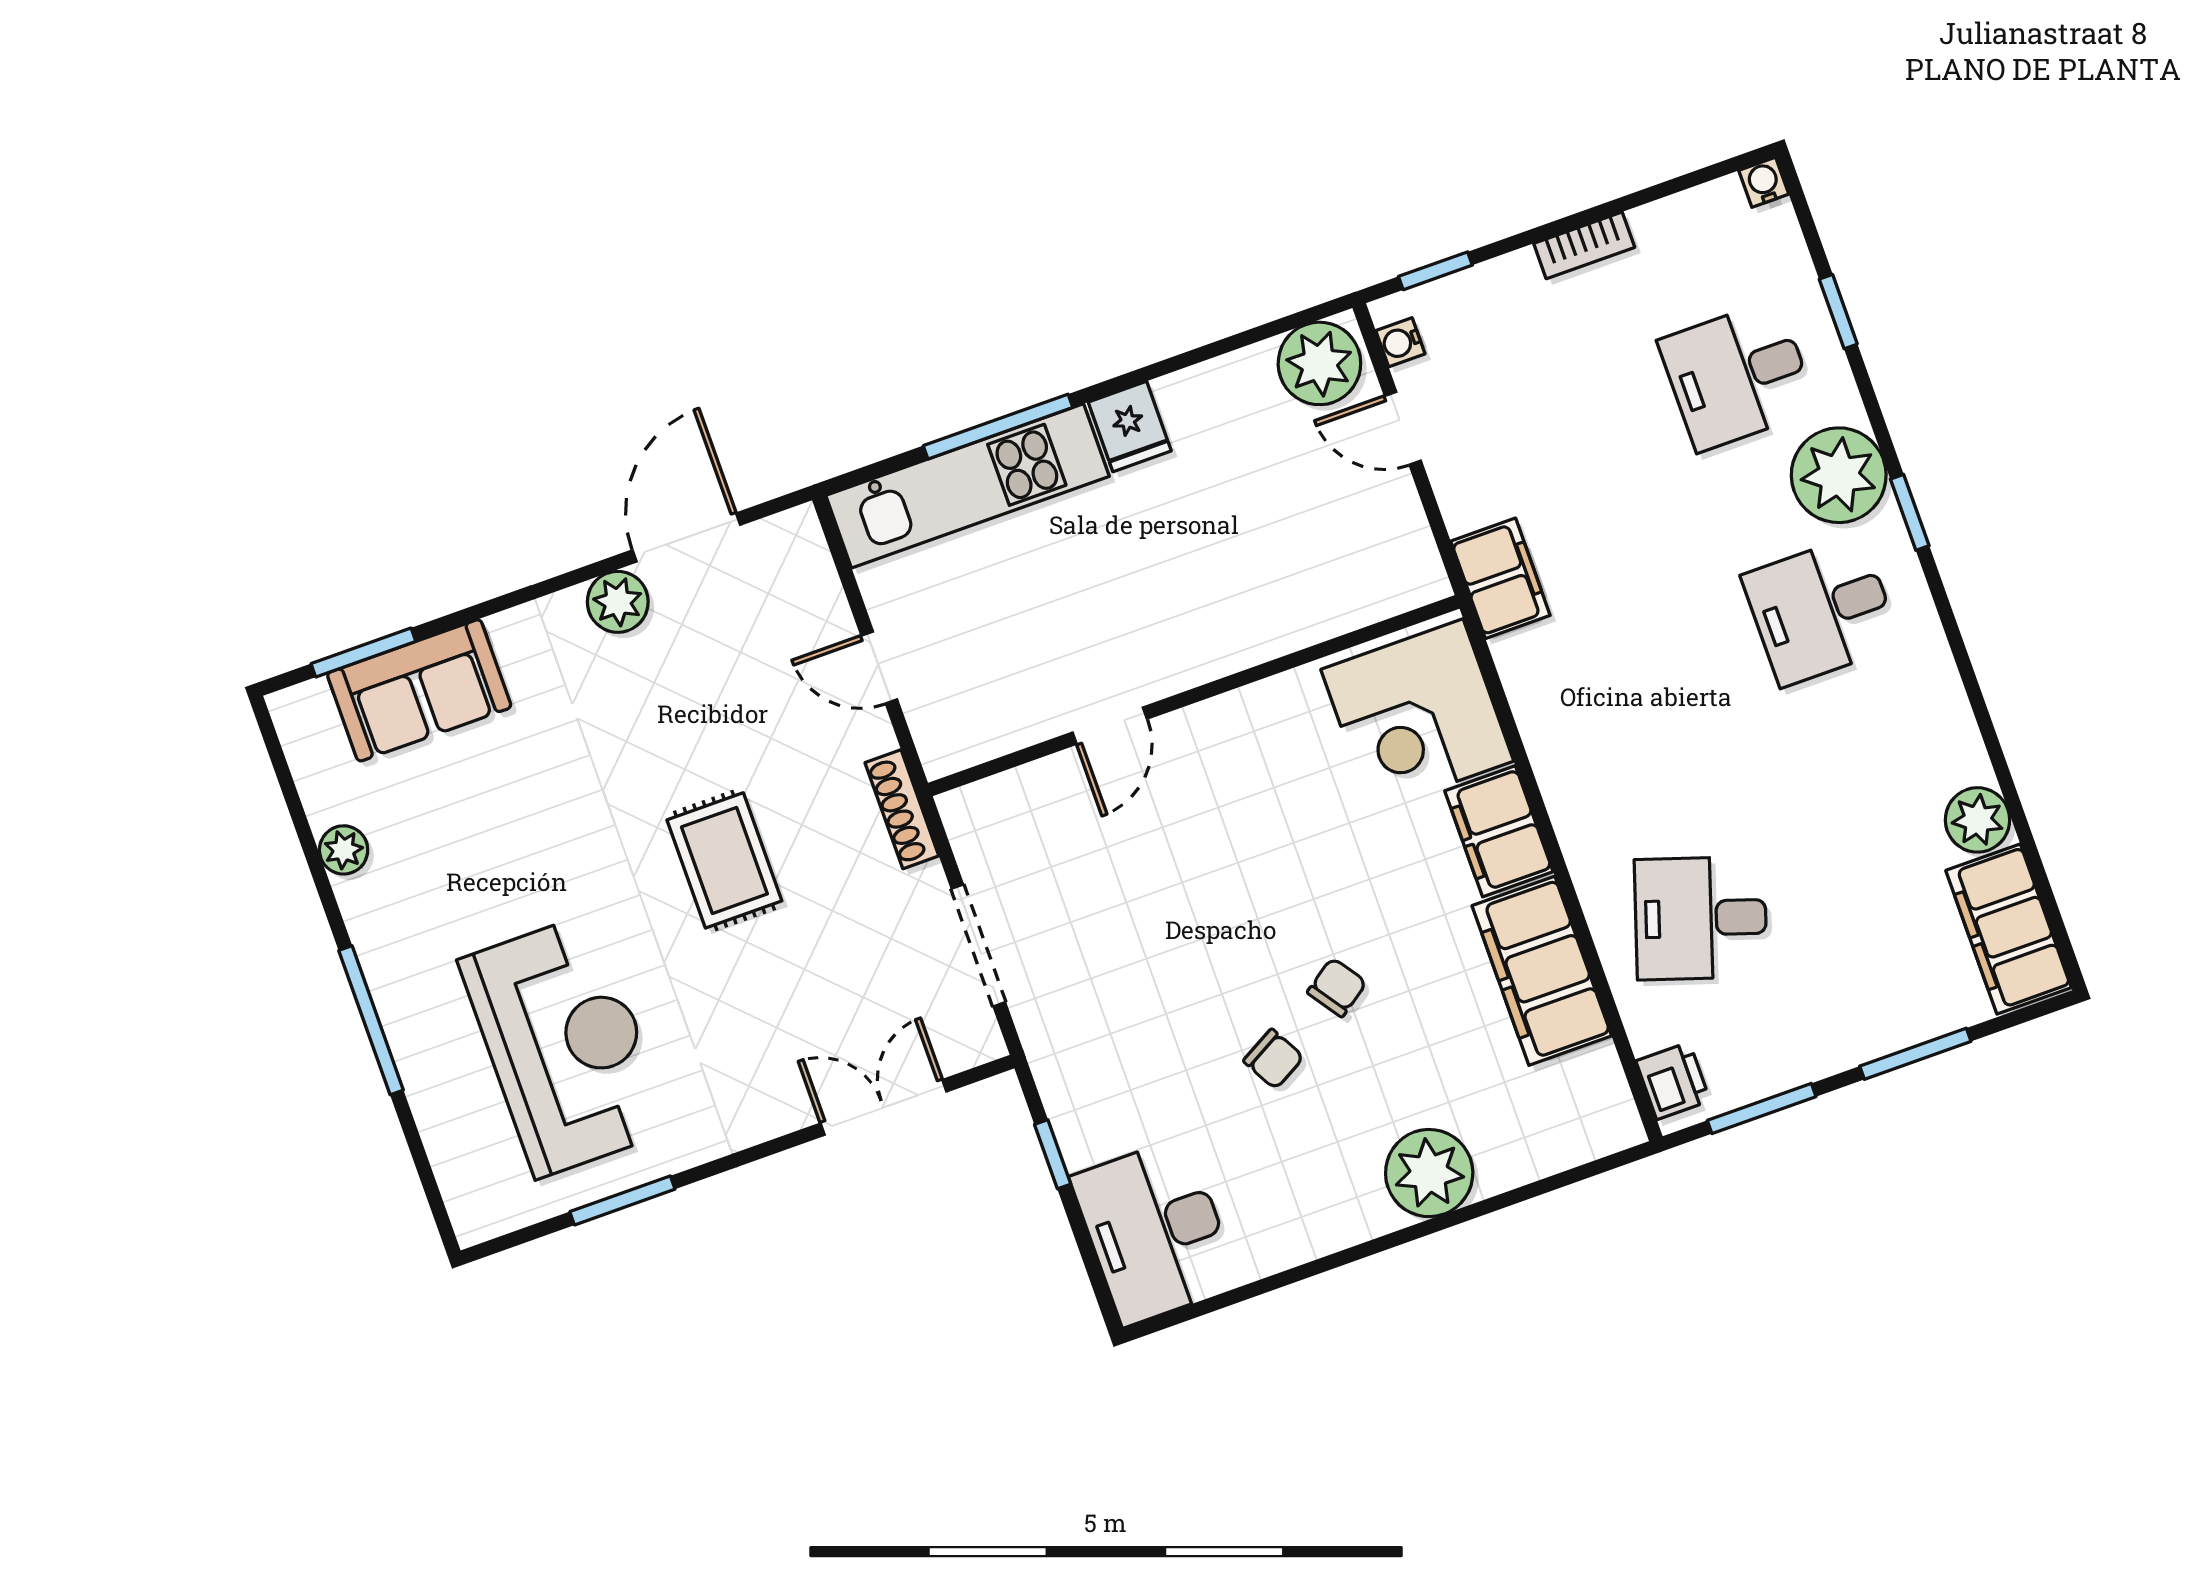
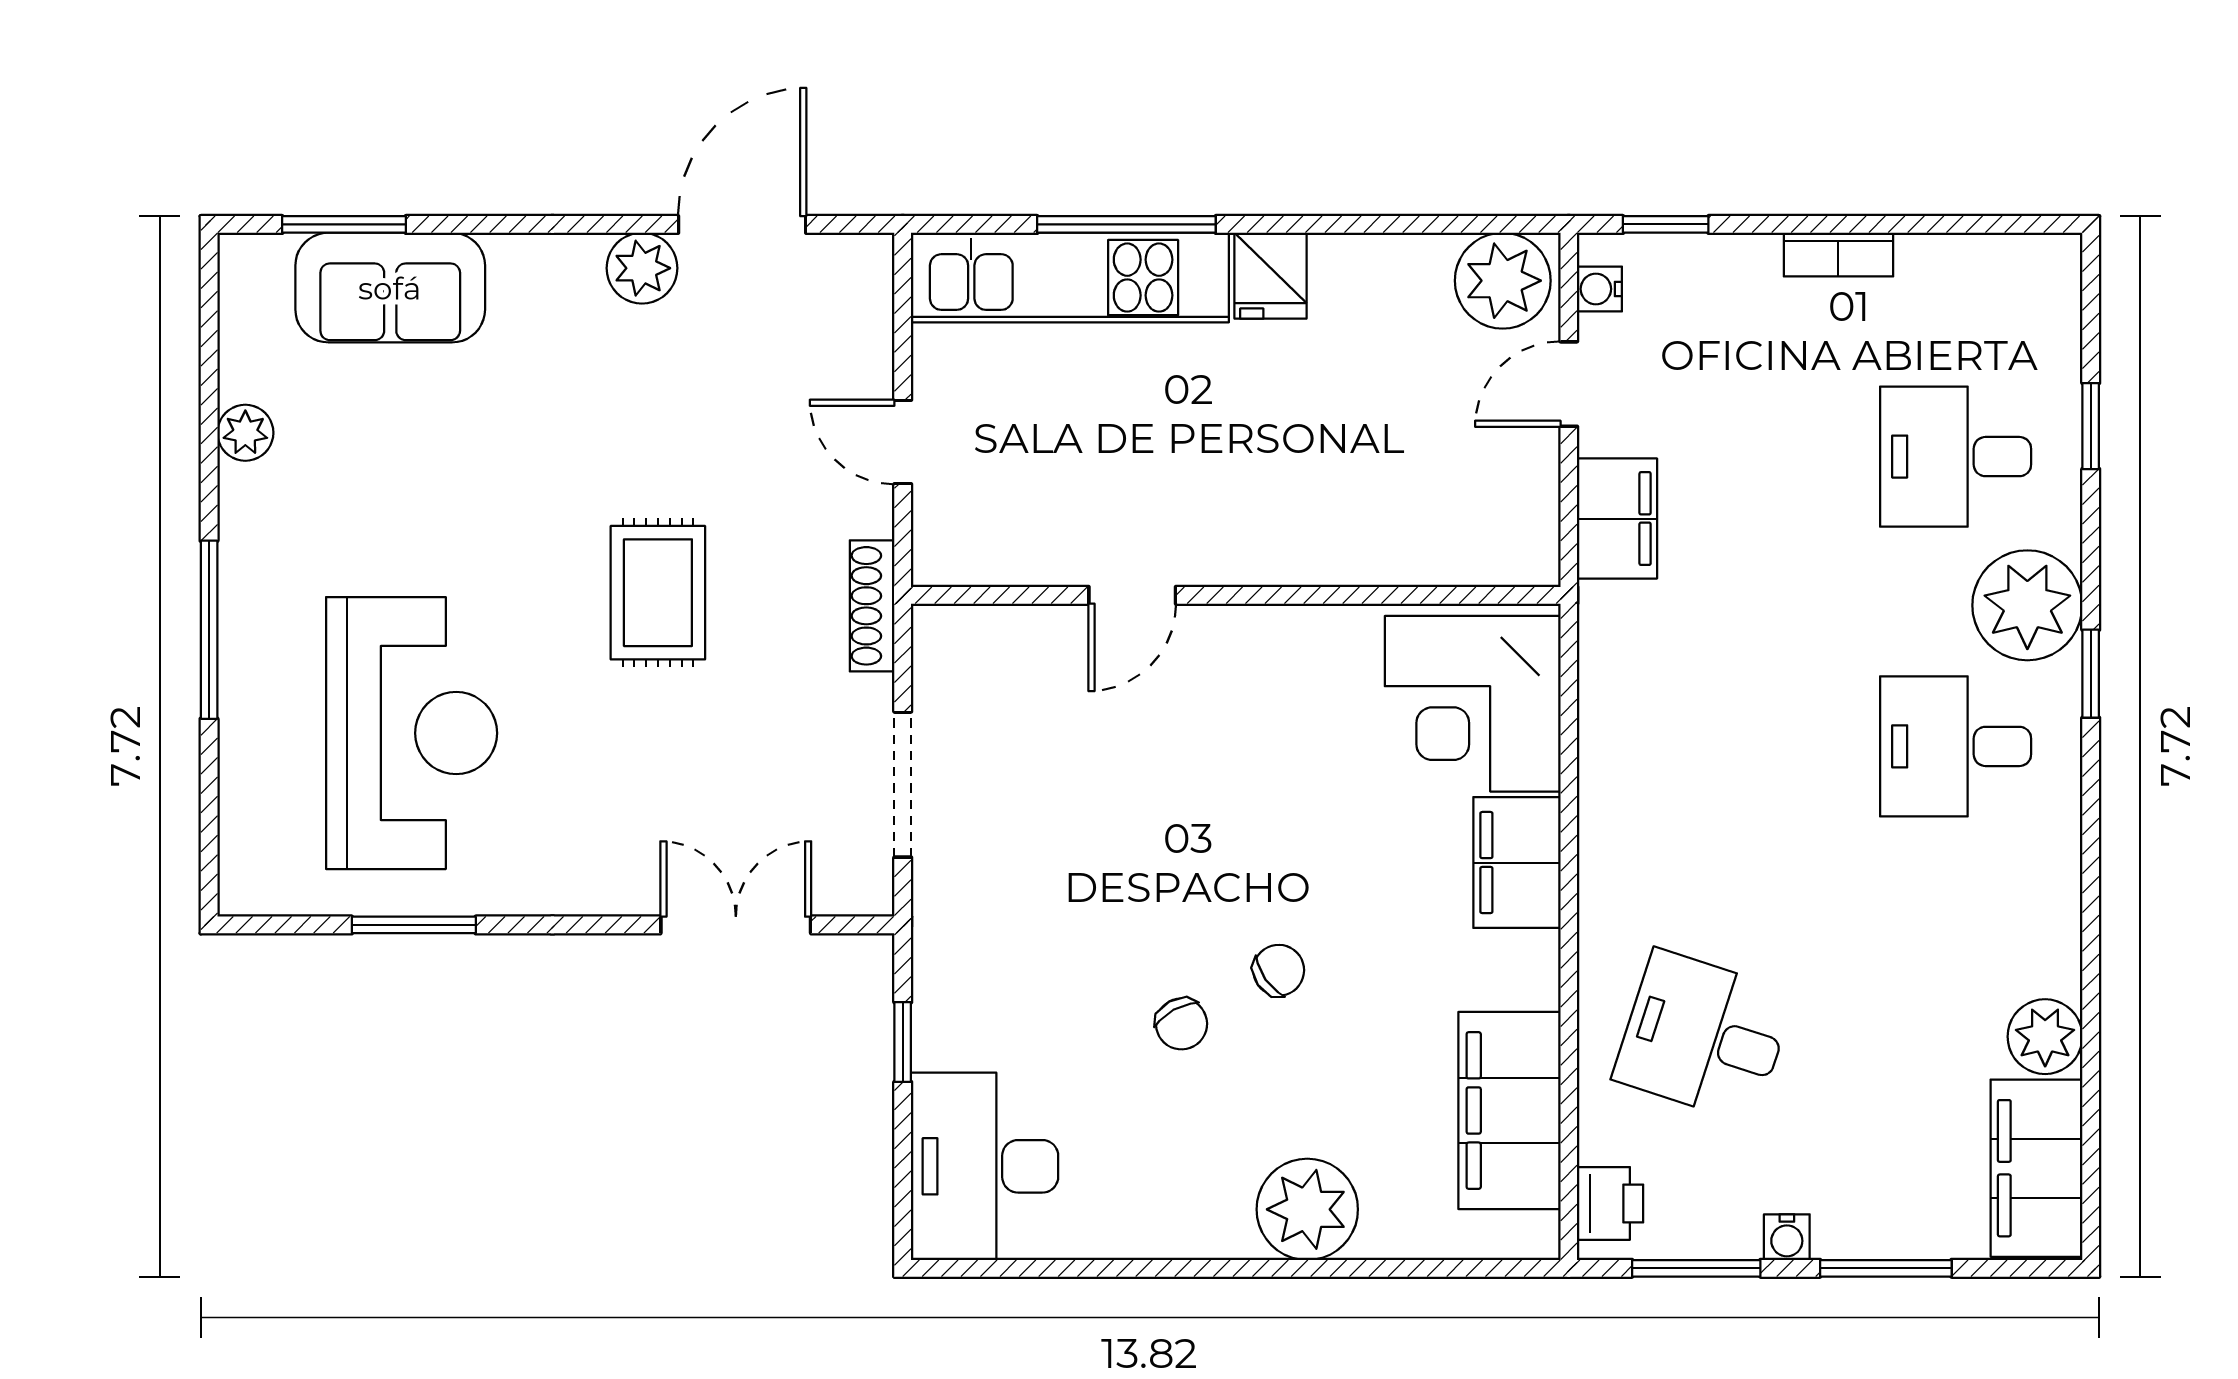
water cooler: (1764, 182) -> (1787, 1237), moved, turned 180
door: (1403, 428) -> (1569, 384), hinge flipped
filing cabinet: (1500, 578) -> (1617, 519), moved
filing cabinet: (1542, 971) -> (1509, 1110), moved

